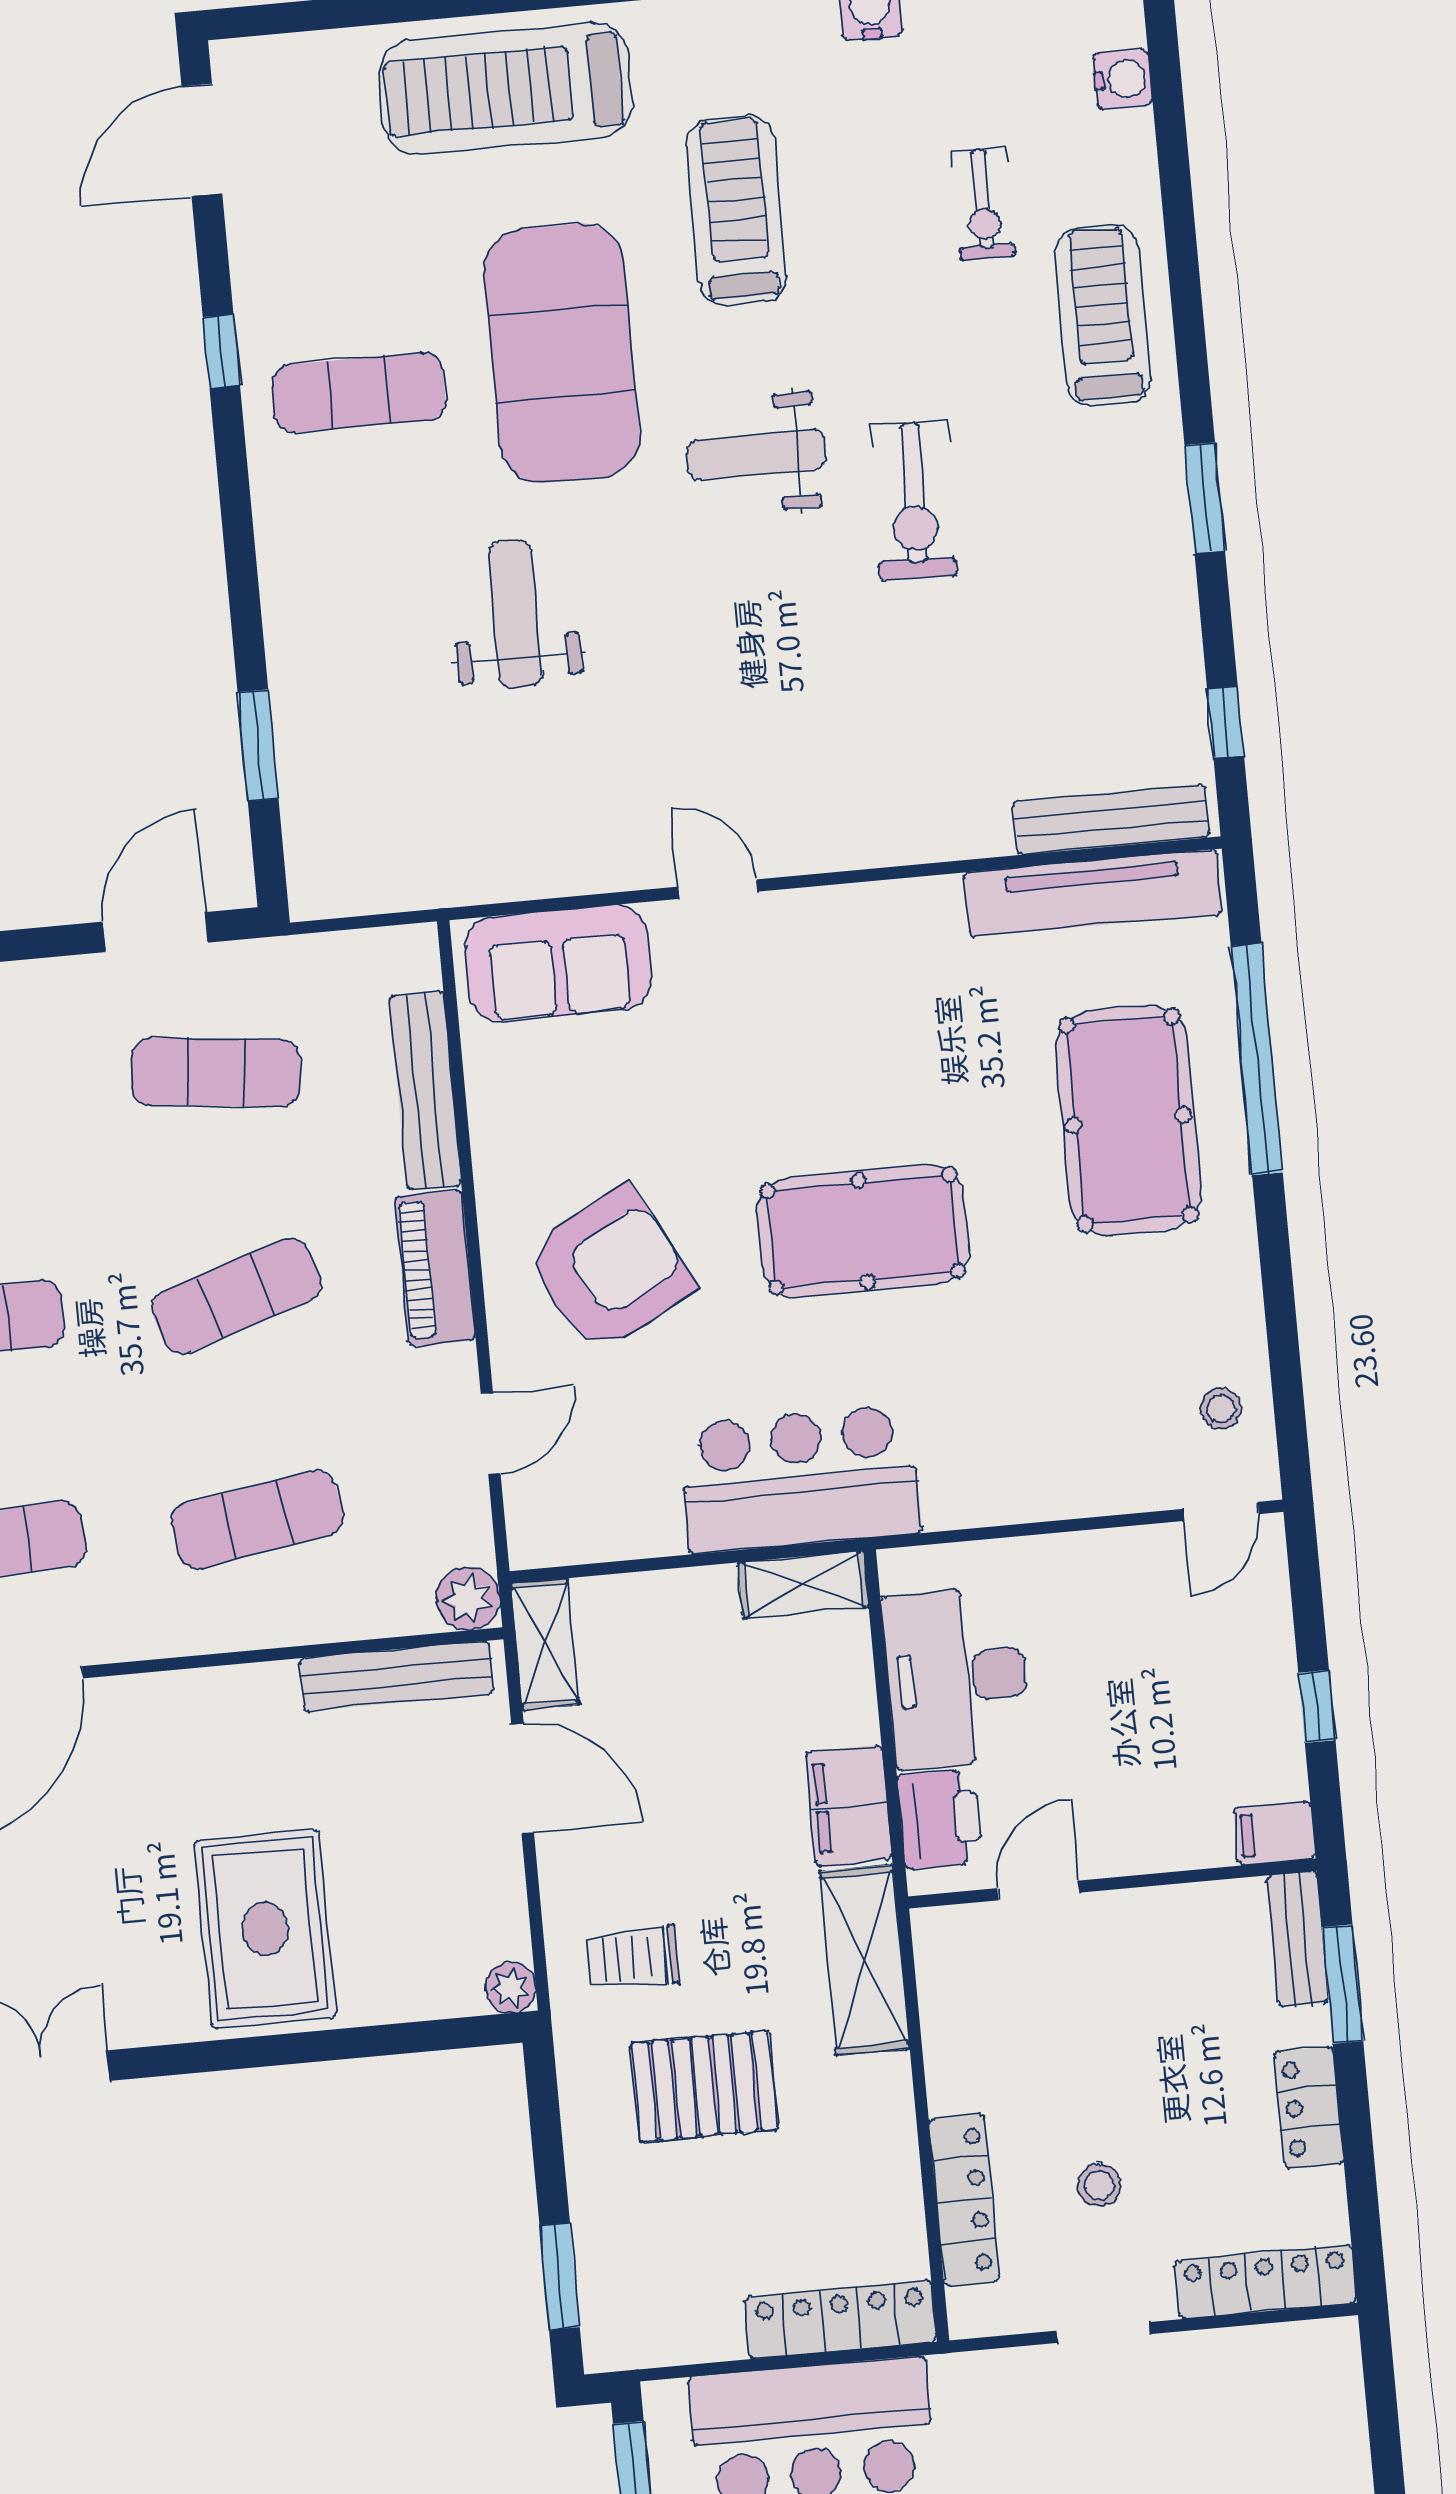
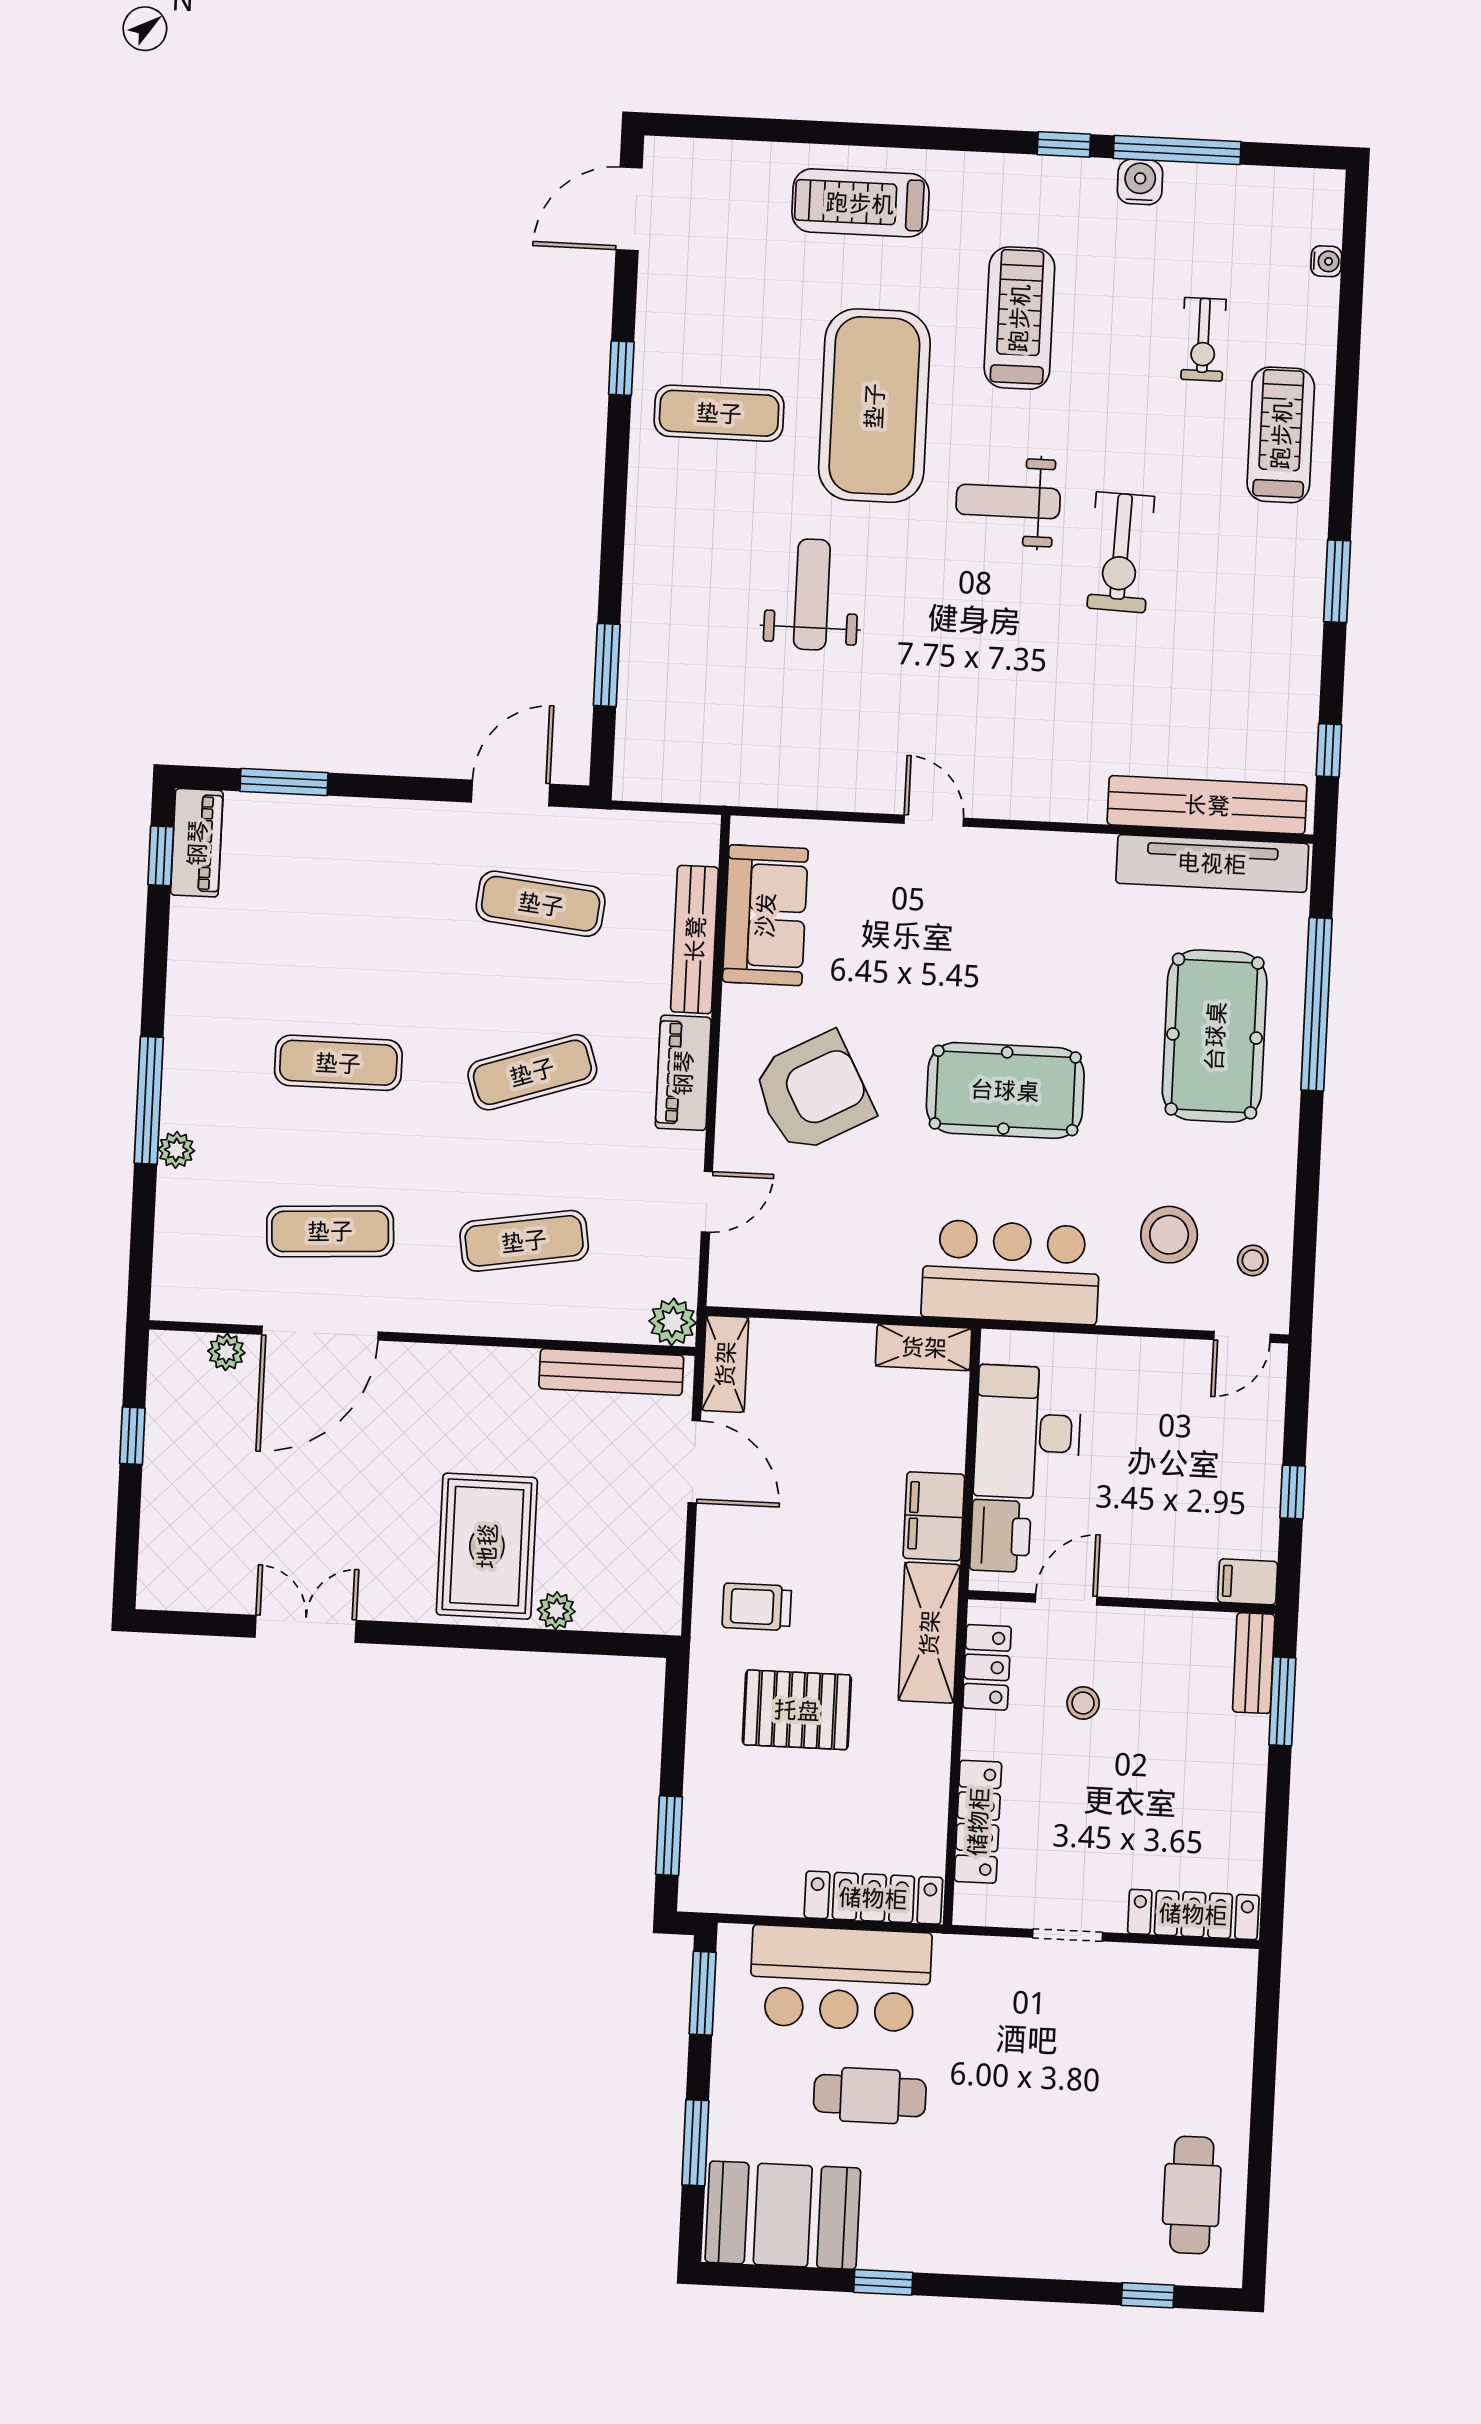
water cooler: (1123, 79) -> (1326, 261), width x0.72, depth x0.72
treadmill: (506, 89) -> (860, 203), width x0.73, depth x0.73
bench: (1111, 819) -> (1207, 805), width x1.37, depth x1.21
sofa: (558, 963) -> (765, 915), moved, turned -90
stool: (1106, 1391) -> (1169, 1235), added
bar counter: (800, 1479) -> (1011, 1272), moved
plant: (511, 1988) -> (556, 1611), moved
locker: (1309, 2108) -> (987, 1667), moved, turned 180
stool: (1099, 2185) -> (1083, 1703), moved

